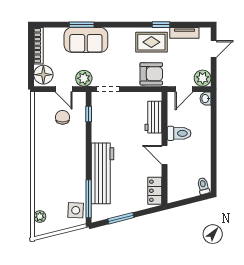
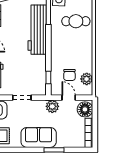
sofa: (86, 40) -> (39, 137), moved
doorway: (108, 89) -> (22, 98), moved
plant: (41, 112) -> (87, 79), added
cafe table: (55, 184) -> (76, 21), added

